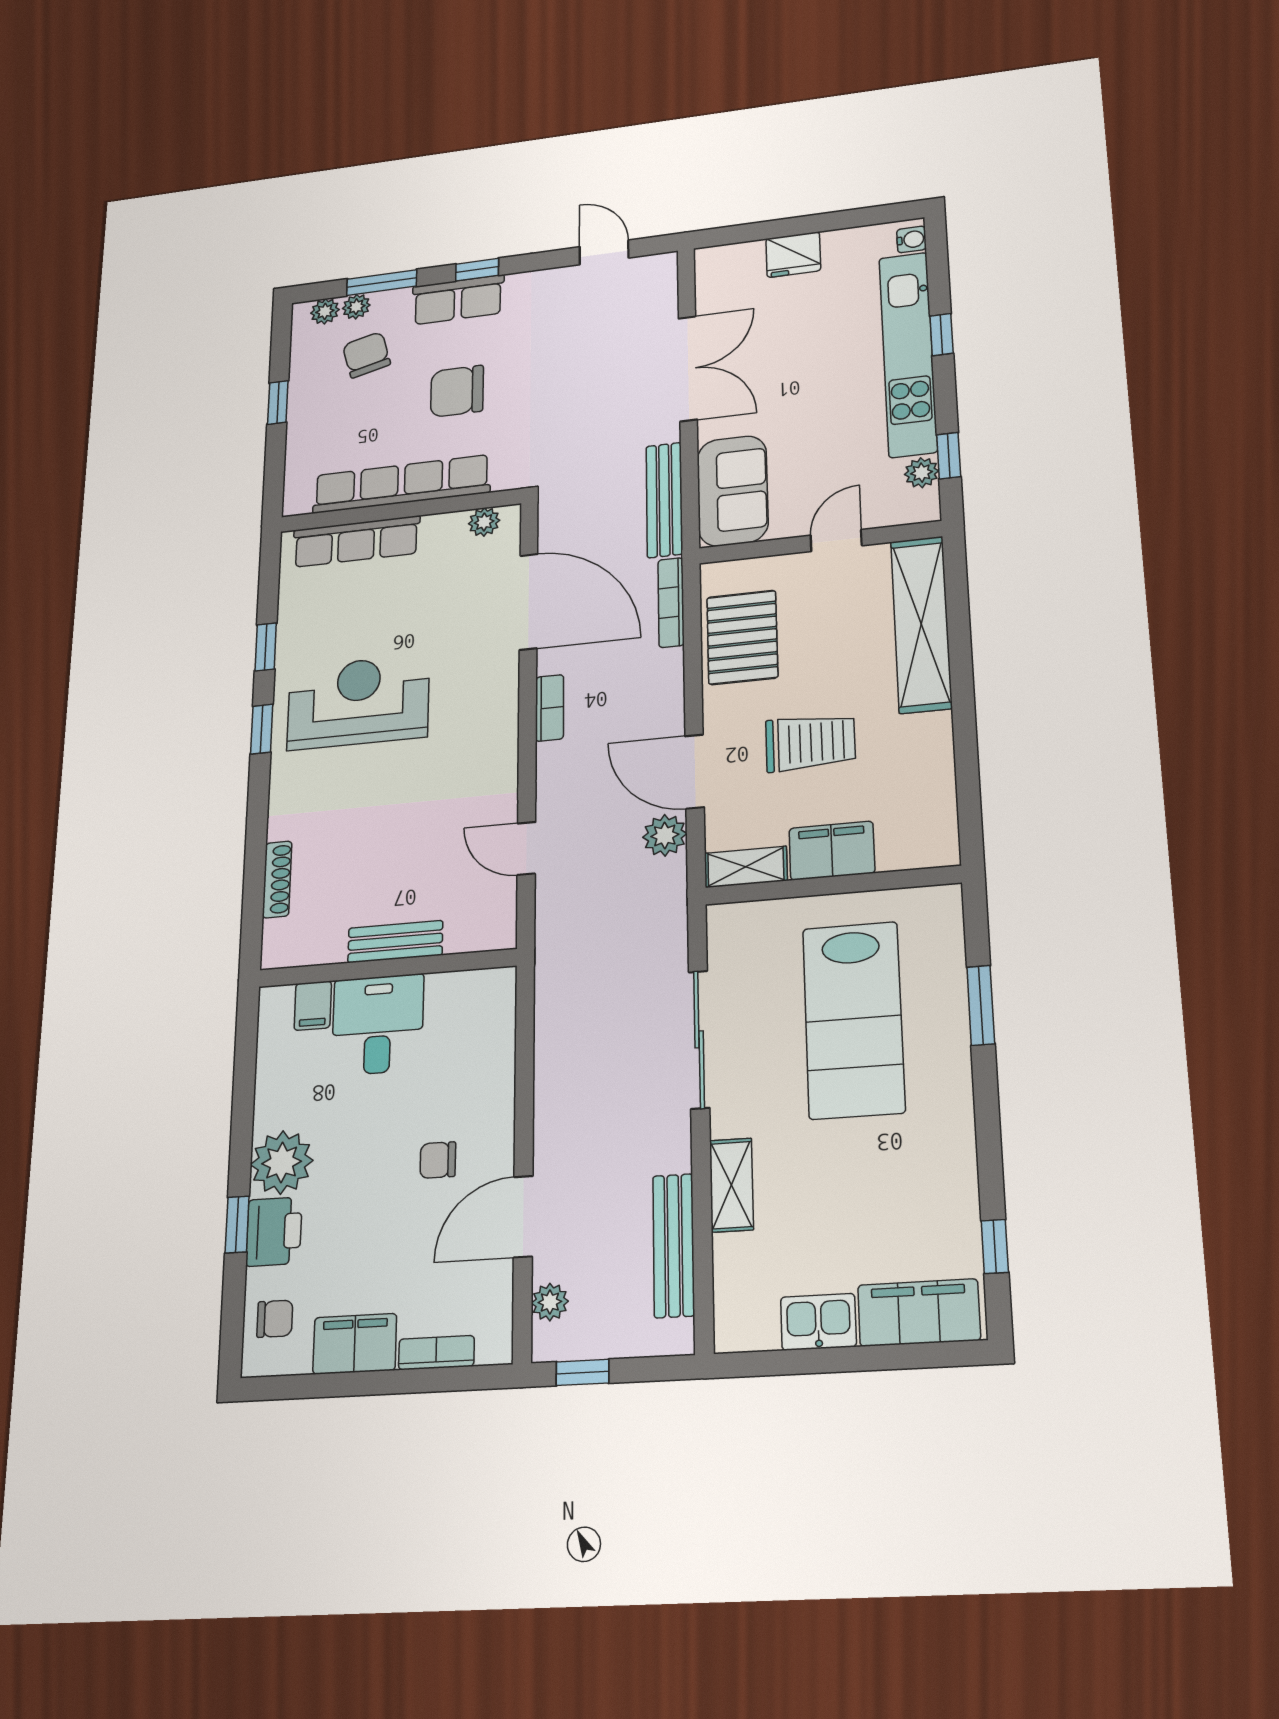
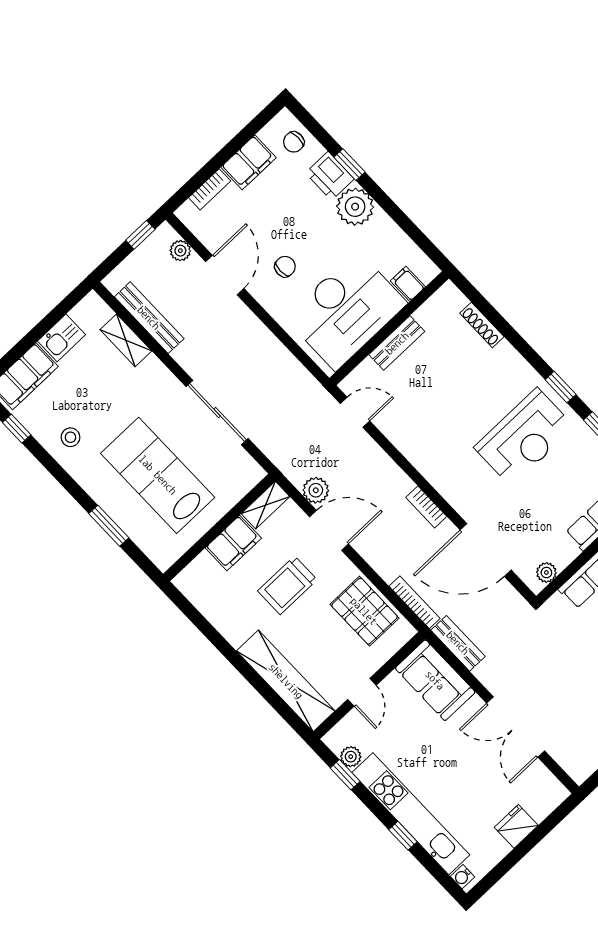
bench: (664, 500) -> (458, 643), width x0.73
door: (526, 848) -> (355, 412), moved
desk: (378, 1025) -> (346, 310), width x1.87, depth x1.30
stool: (928, 1171) -> (70, 437), added
shelving: (731, 1185) -> (126, 340), moved

